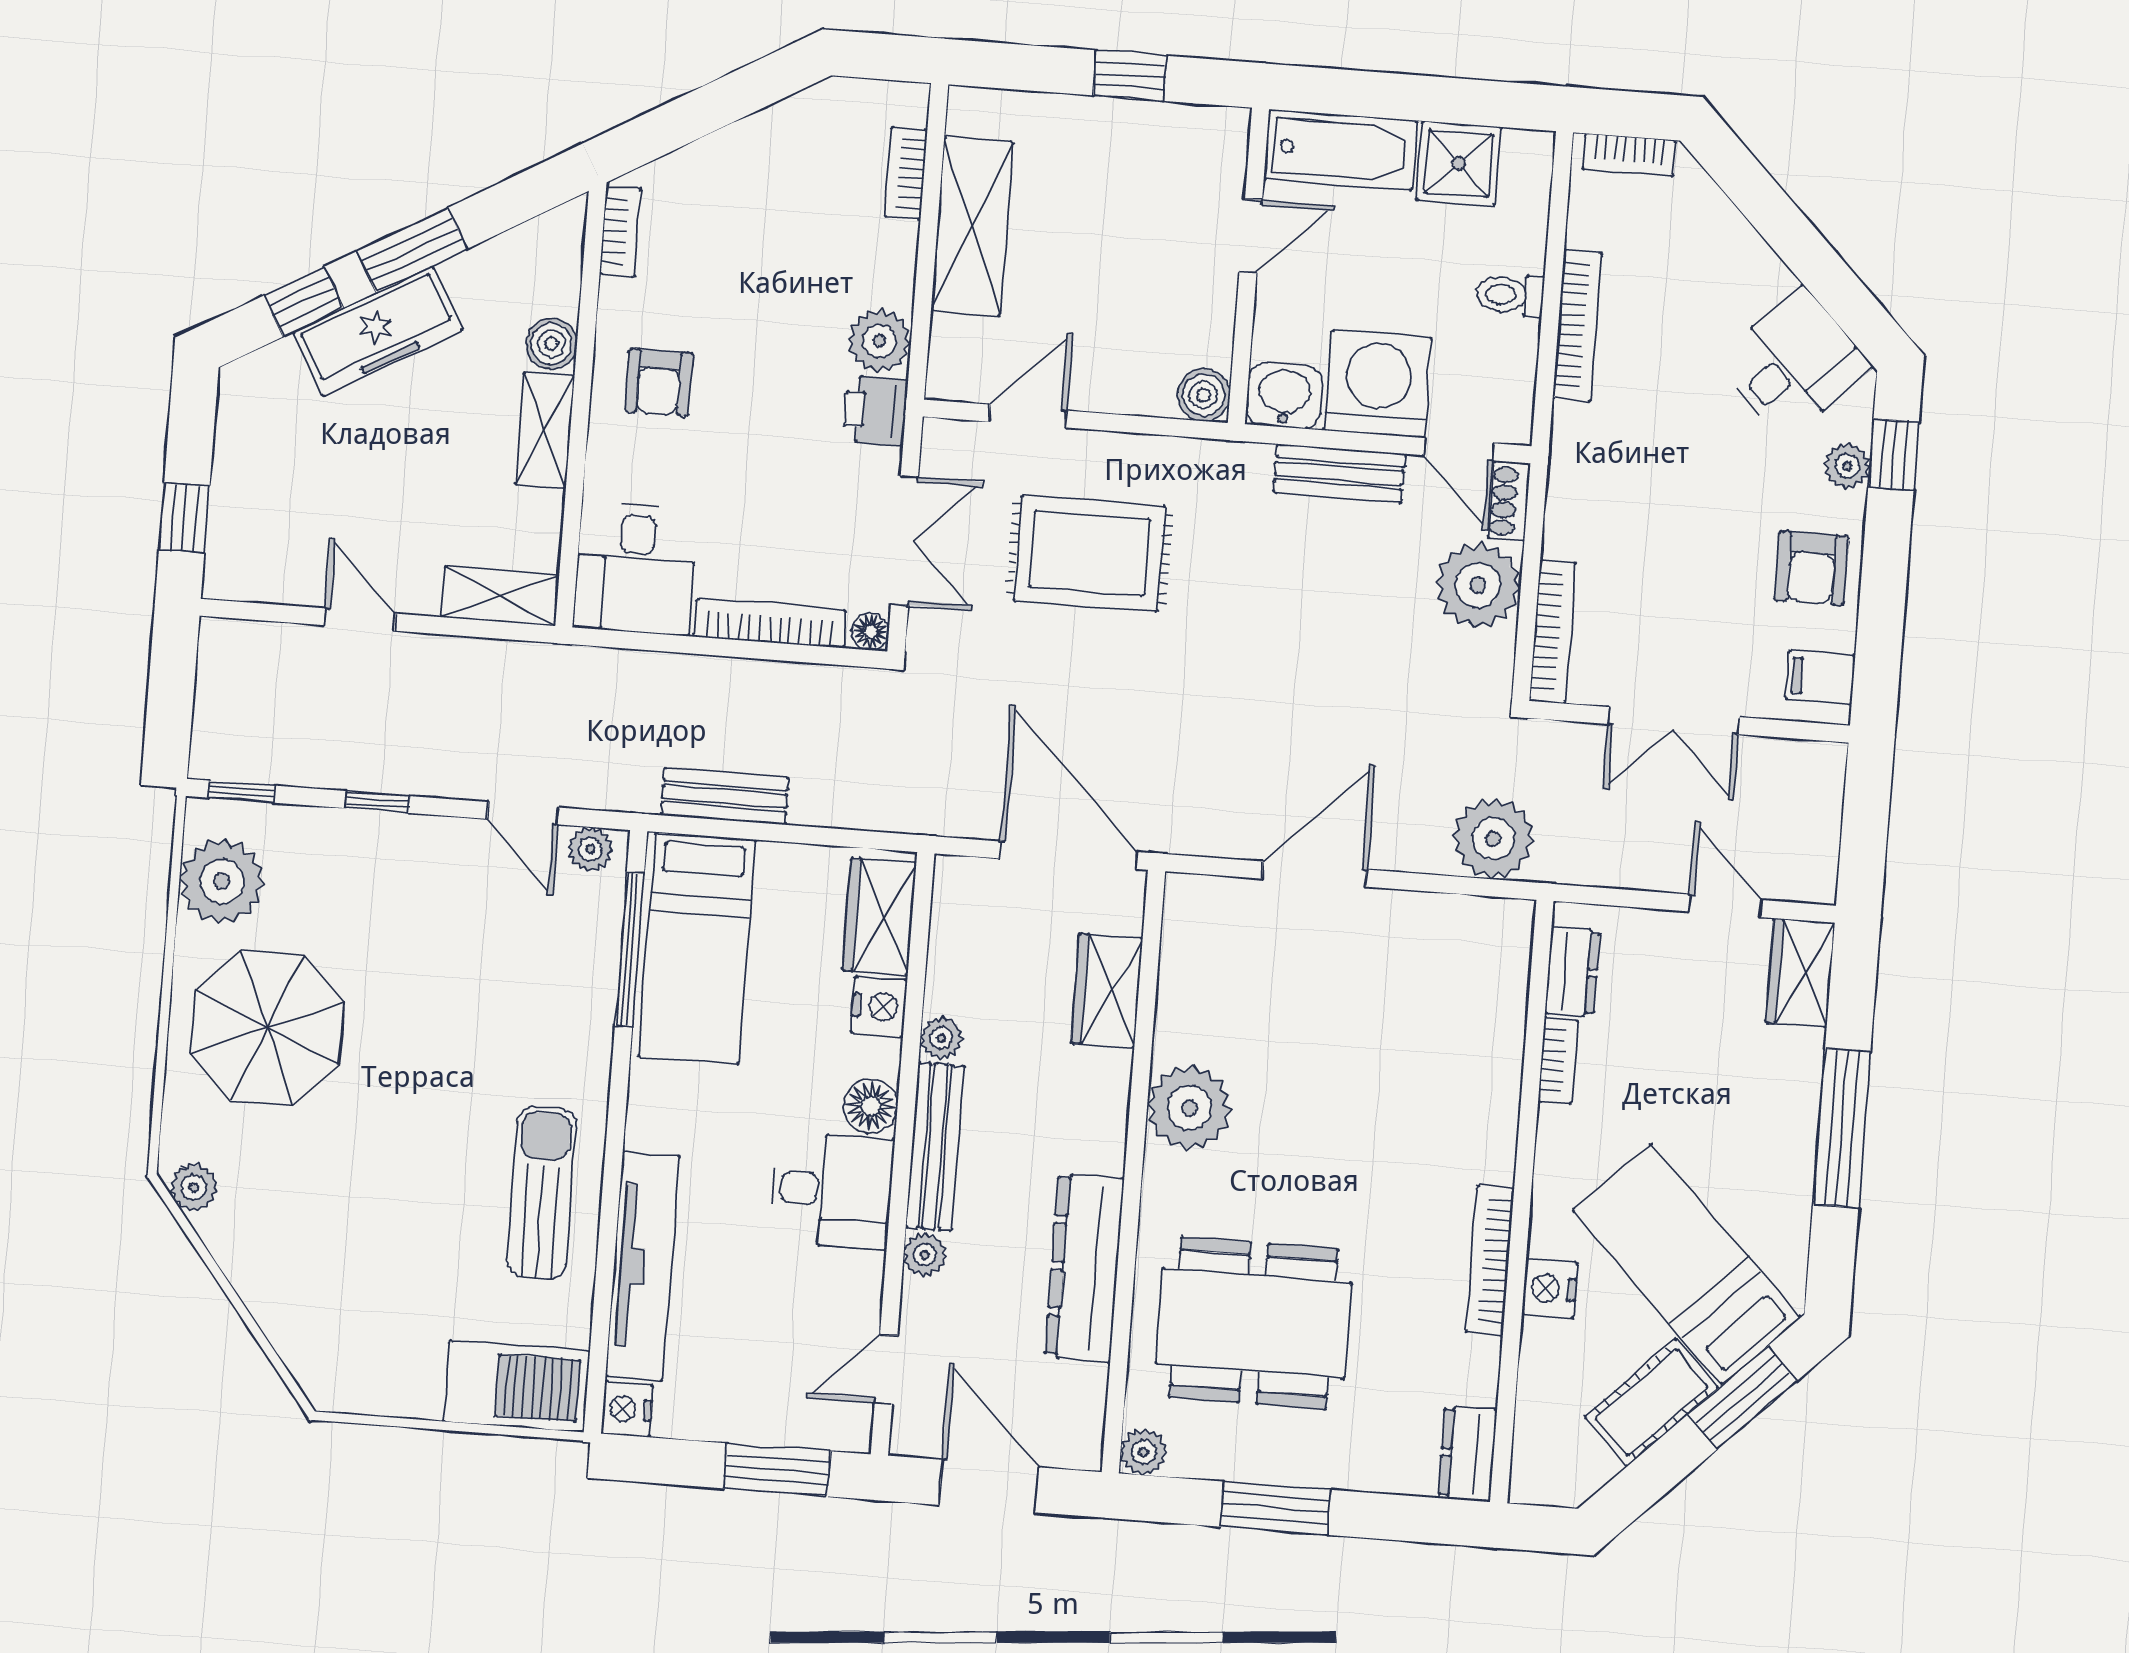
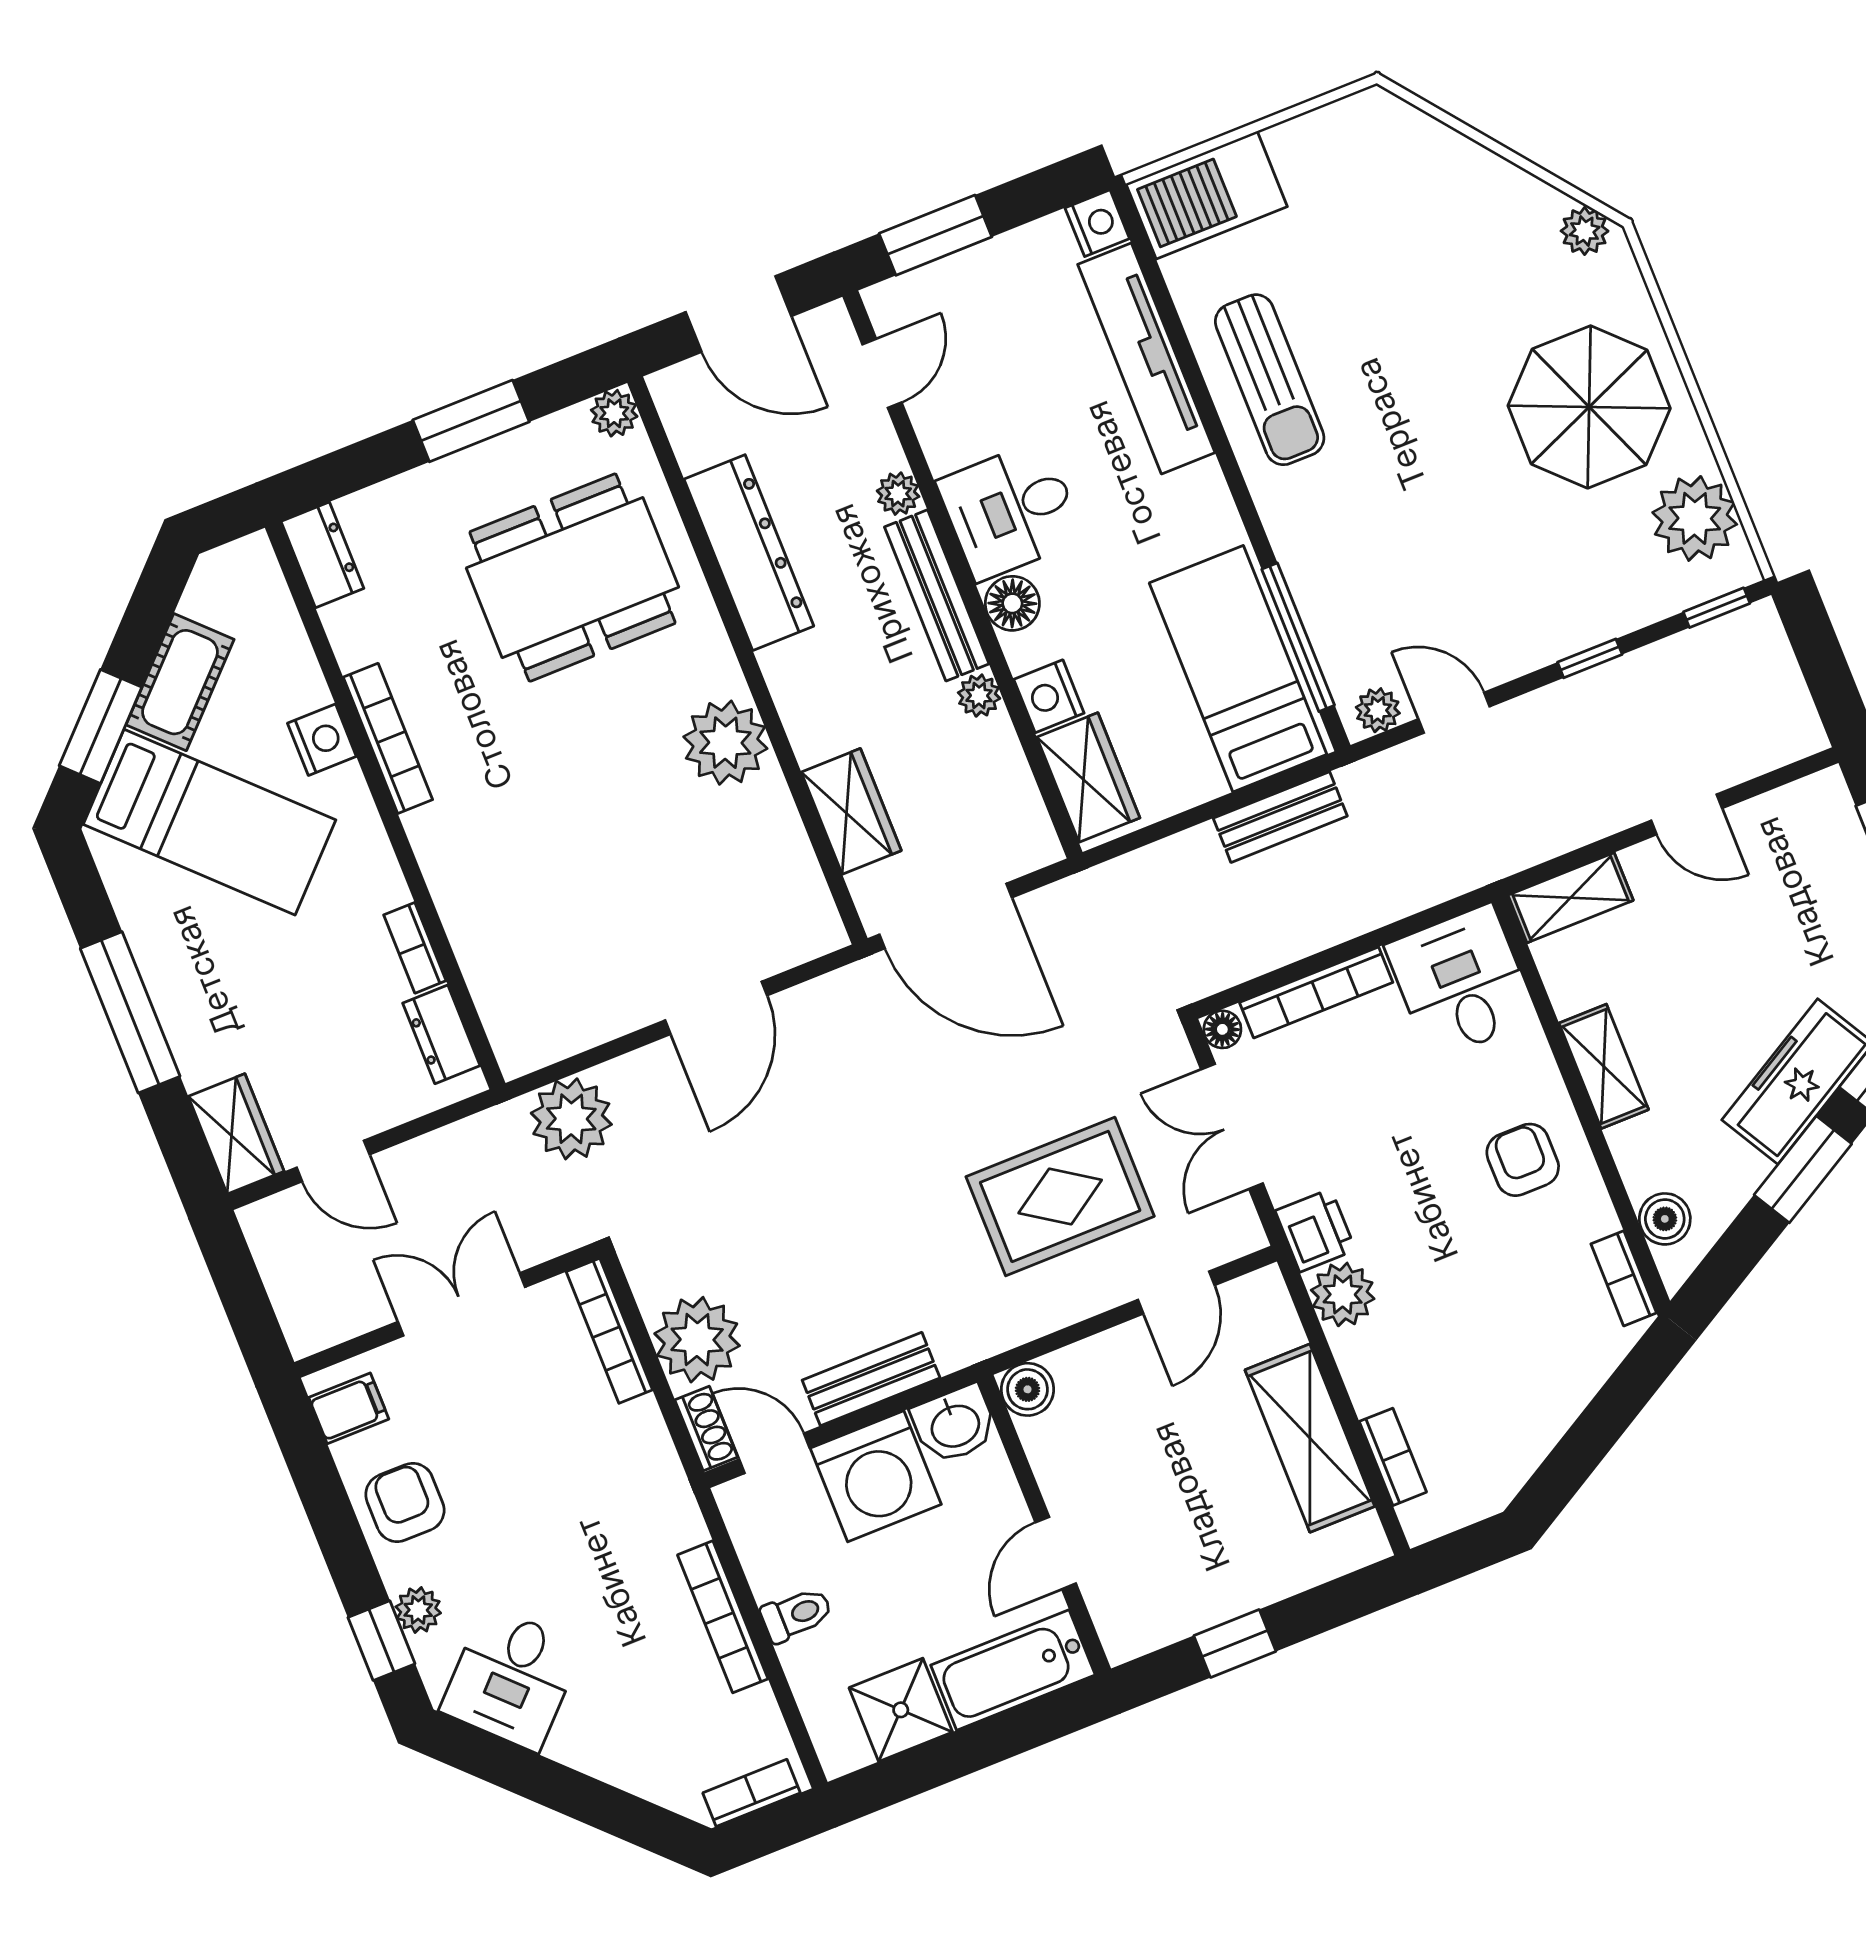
boiler: (551, 344) -> (1665, 1219), moved

